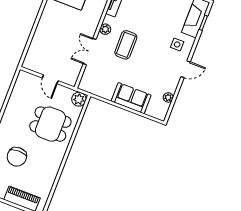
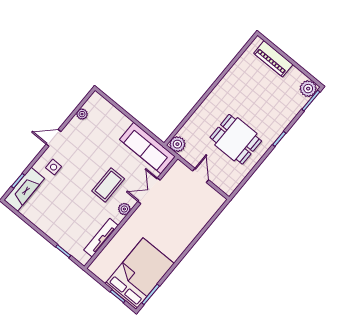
double door: (90, 52) -> (149, 191), swing flipped
sofa: (131, 98) -> (147, 148), moved, width x1.36
dining table: (50, 124) -> (236, 139), moved
chair: (17, 157) -> (264, 105), removed

